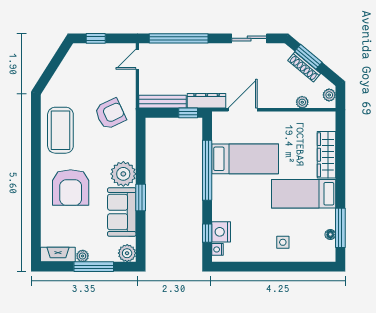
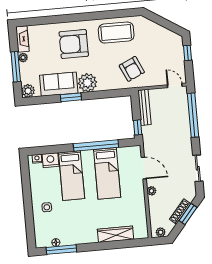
dresser: (207, 101) -> (148, 140), removed
plant: (302, 102) -> (151, 191), moved
bed: (304, 194) -> (72, 176), moved, turned 180
window: (207, 233) -> (49, 150), removed

